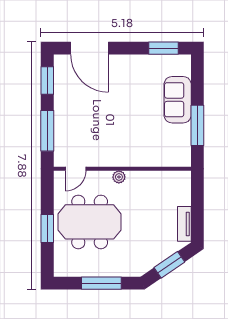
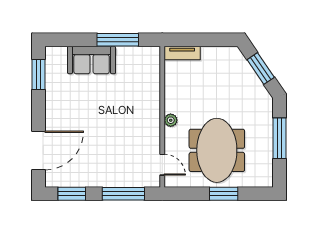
tv unit: (184, 224) -> (182, 53), moved

